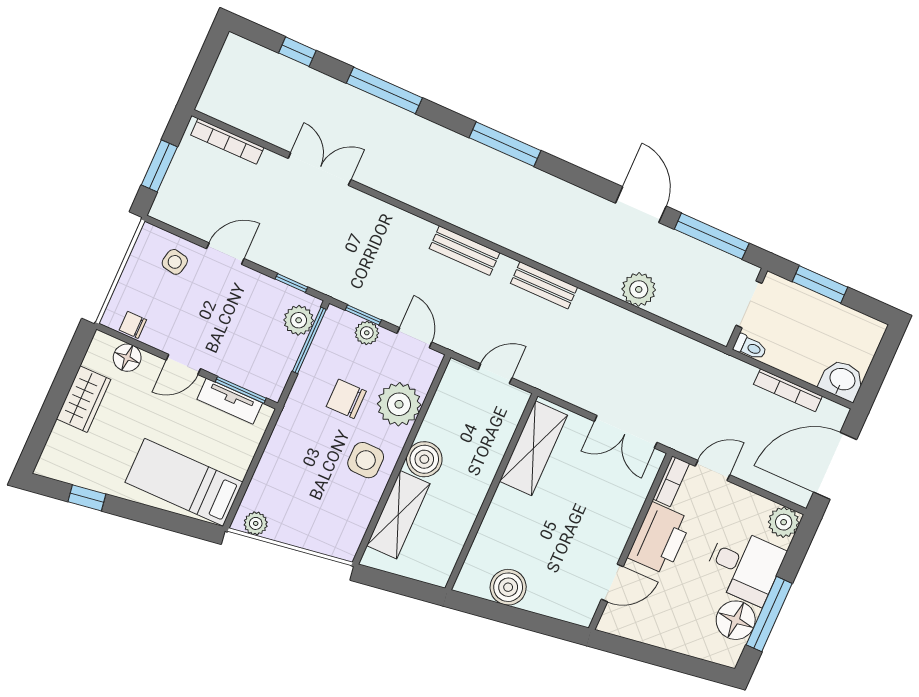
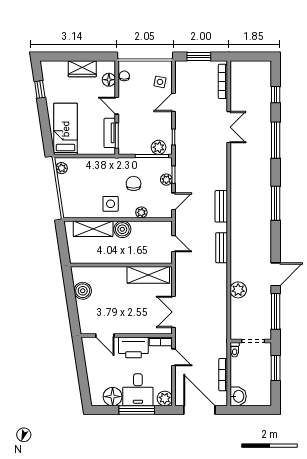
door: (225, 254) -> (173, 102), swing flipped
plant: (399, 404) -> (141, 212), width x0.53, depth x0.53
window: (769, 614) -> (137, 410), moved

